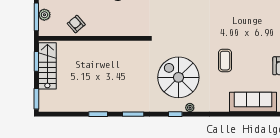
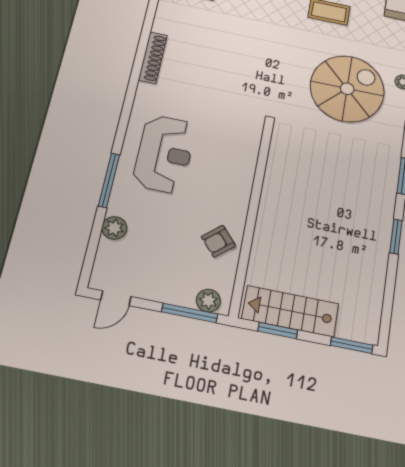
plant: (44, 15) -> (208, 301), moved
spiral stairs: (178, 77) -> (347, 89), turned 180

